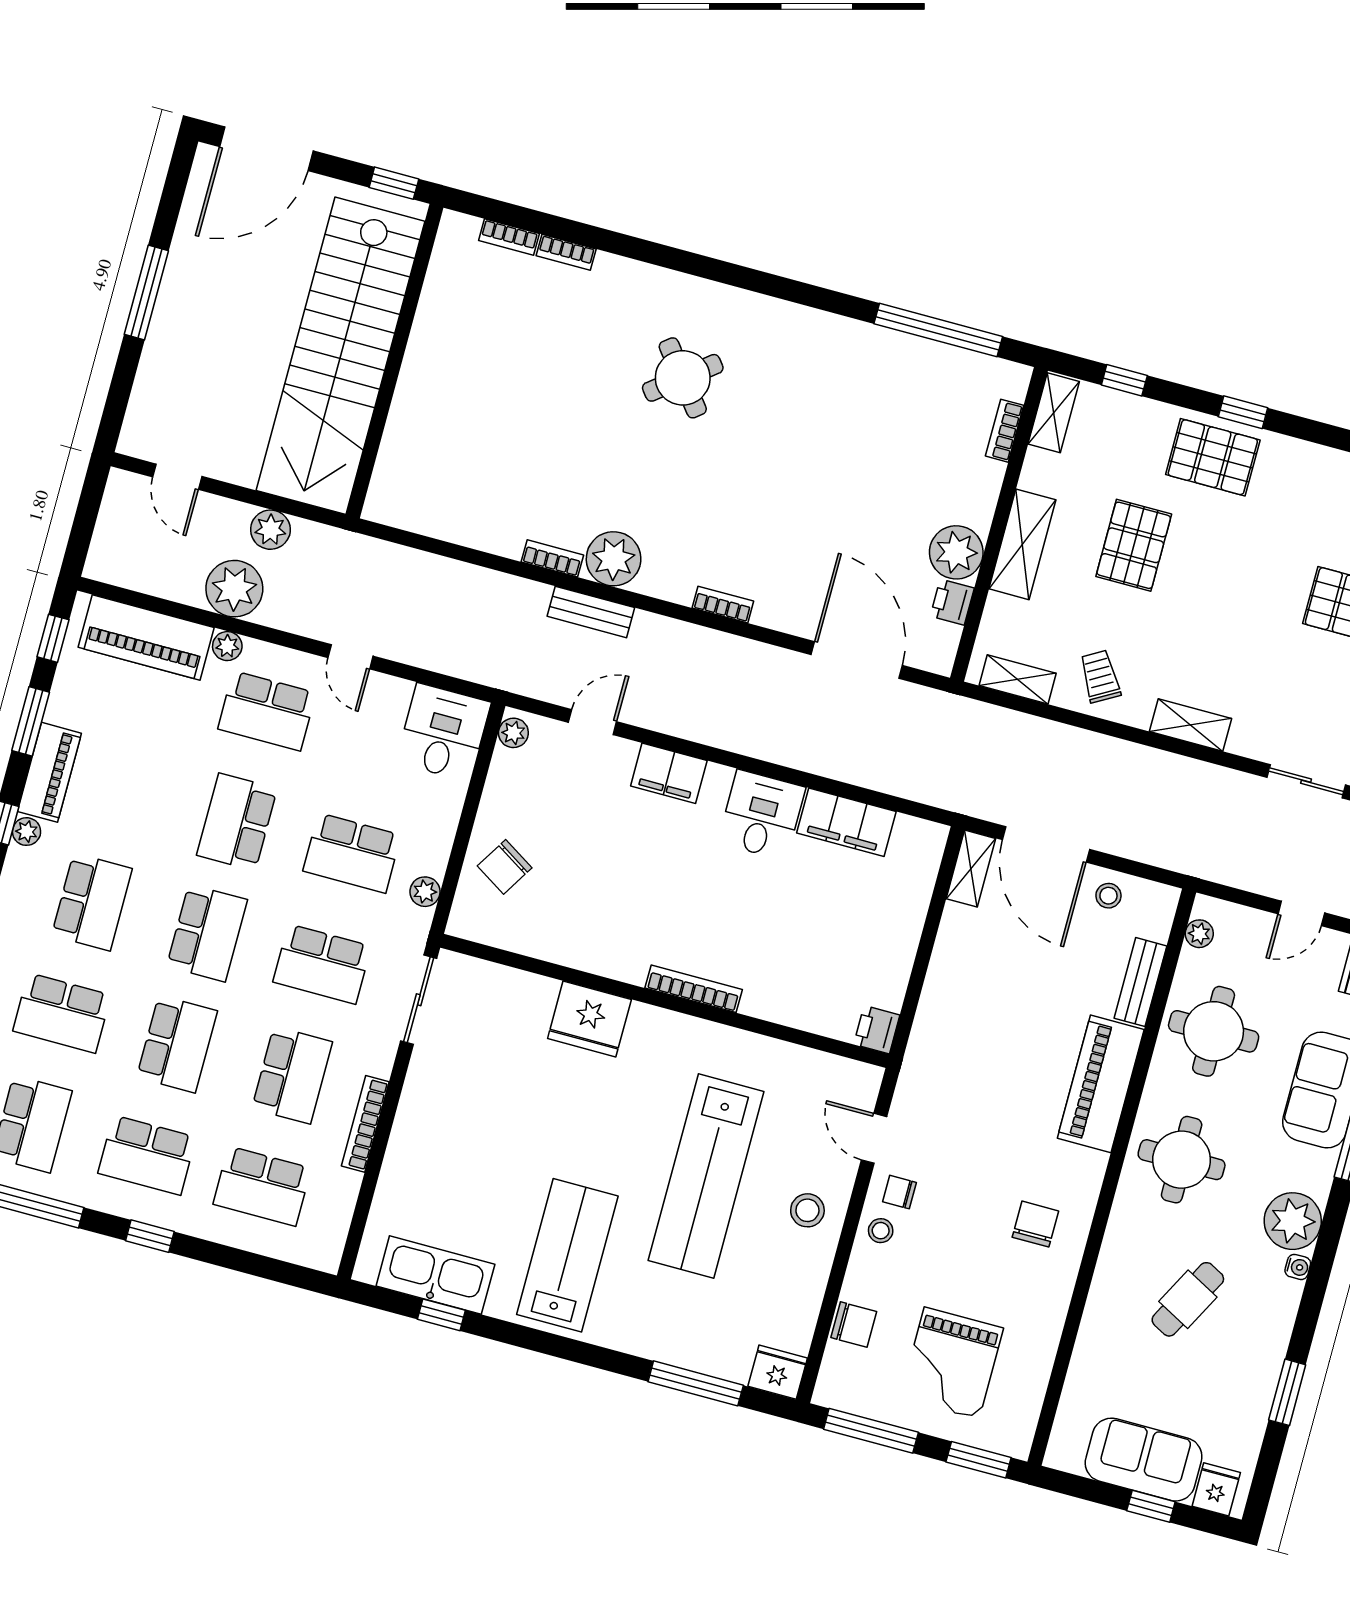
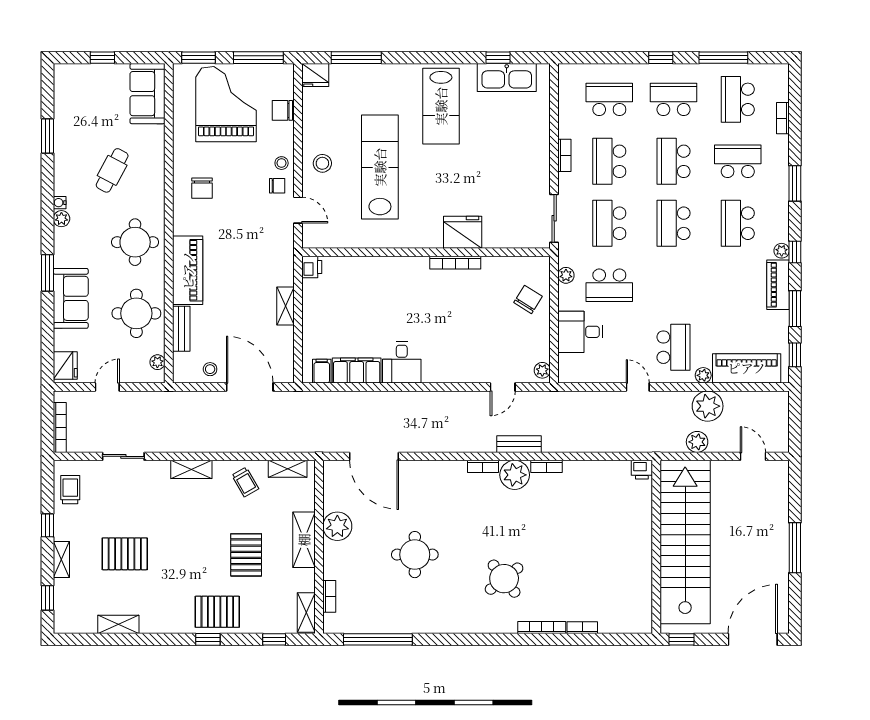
bookcase: (509, 237) -> (542, 627), moved, width x1.56
round table: (831, 464) -> (415, 555), added
printer: (952, 602) -> (642, 470), moved, turned 90
bookcase: (723, 605) -> (483, 466), moved
school desk: (267, 711) -> (674, 347), turned 90
desk: (443, 732) -> (580, 332), moved, turned 90
filing cabinet: (669, 773) -> (322, 371), moved, width x0.50
school desk: (237, 822) -> (674, 285), removed
school desk: (352, 853) -> (609, 285), turned 180
shelving: (971, 869) -> (285, 306), moved
school desk: (322, 964) -> (609, 223), turned -90
bookcase: (694, 989) -> (455, 263), moved
bookcase: (365, 1124) -> (564, 155), width x0.64
plant: (1293, 1221) -> (61, 219), width x0.53, depth x0.53
grand piano: (952, 1363) -> (226, 104), width x1.37, depth x1.48
sofa: (1144, 1460) -> (148, 94), moved, turned 90
fridge: (1216, 1489) -> (71, 76), removed

